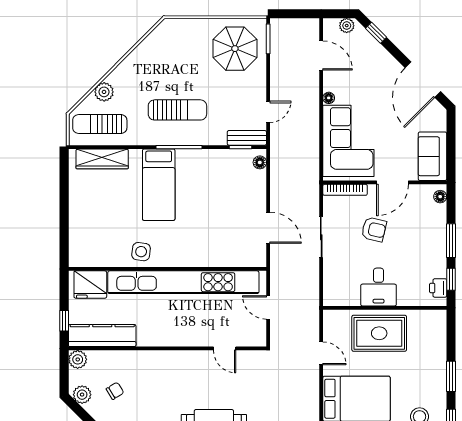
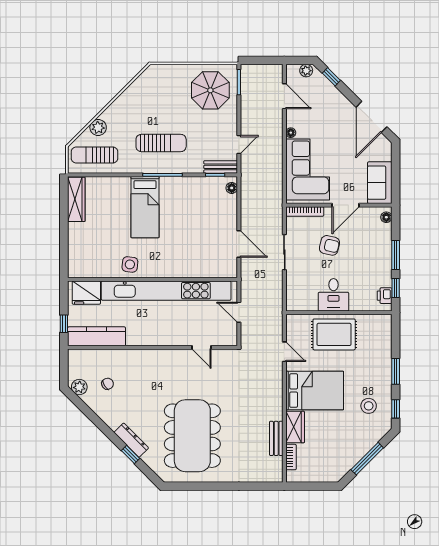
wardrobe: (102, 159) -> (76, 199), moved, turned -90
plant: (78, 359) -> (76, 357), removed

